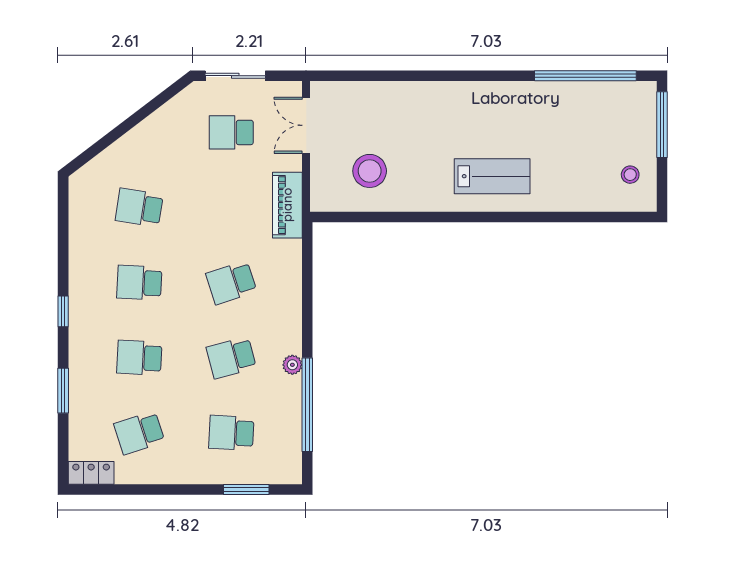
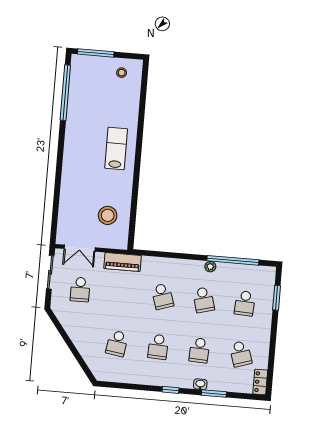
sliding door: (235, 76) -> (50, 272), moved
washbasin: (78, 365) -> (200, 384), added

